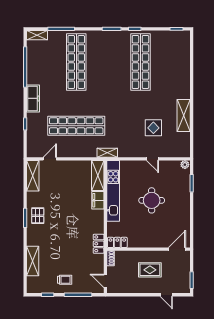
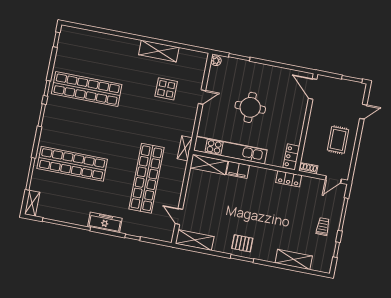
rug: (150, 270) -> (338, 140), moved

